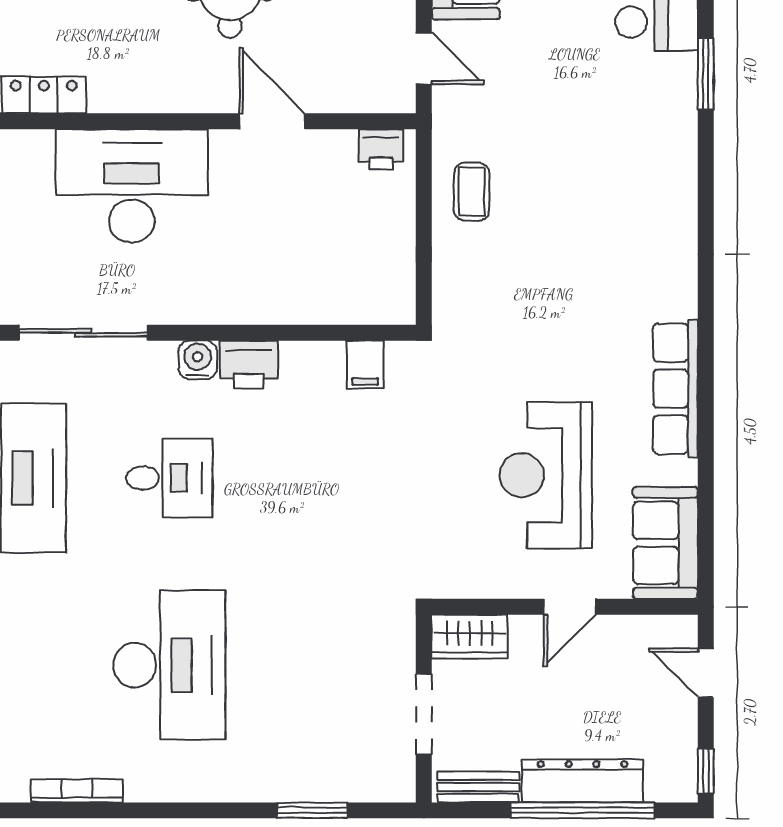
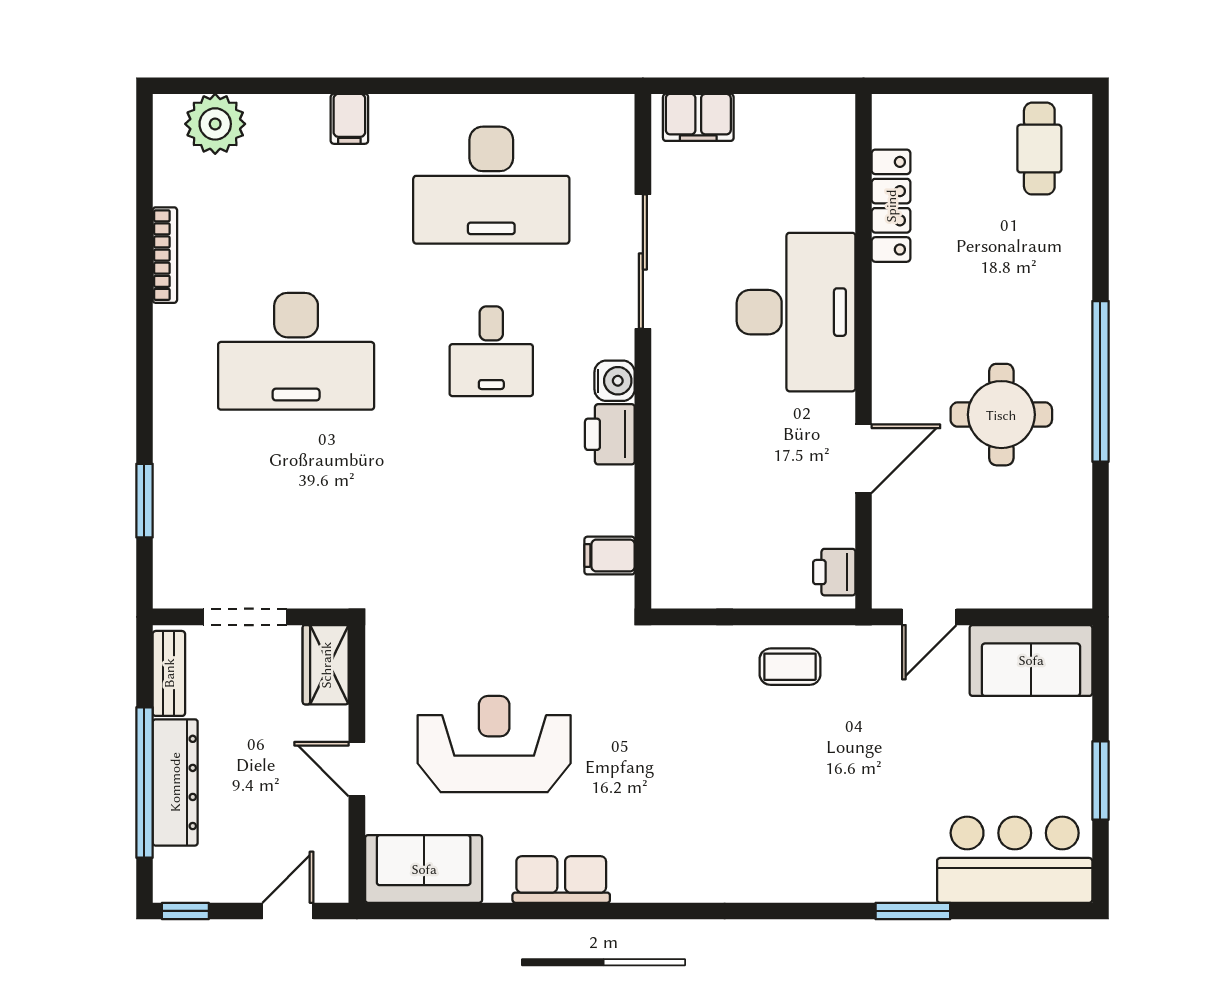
row of seats: (676, 389) -> (561, 880), width x0.68

